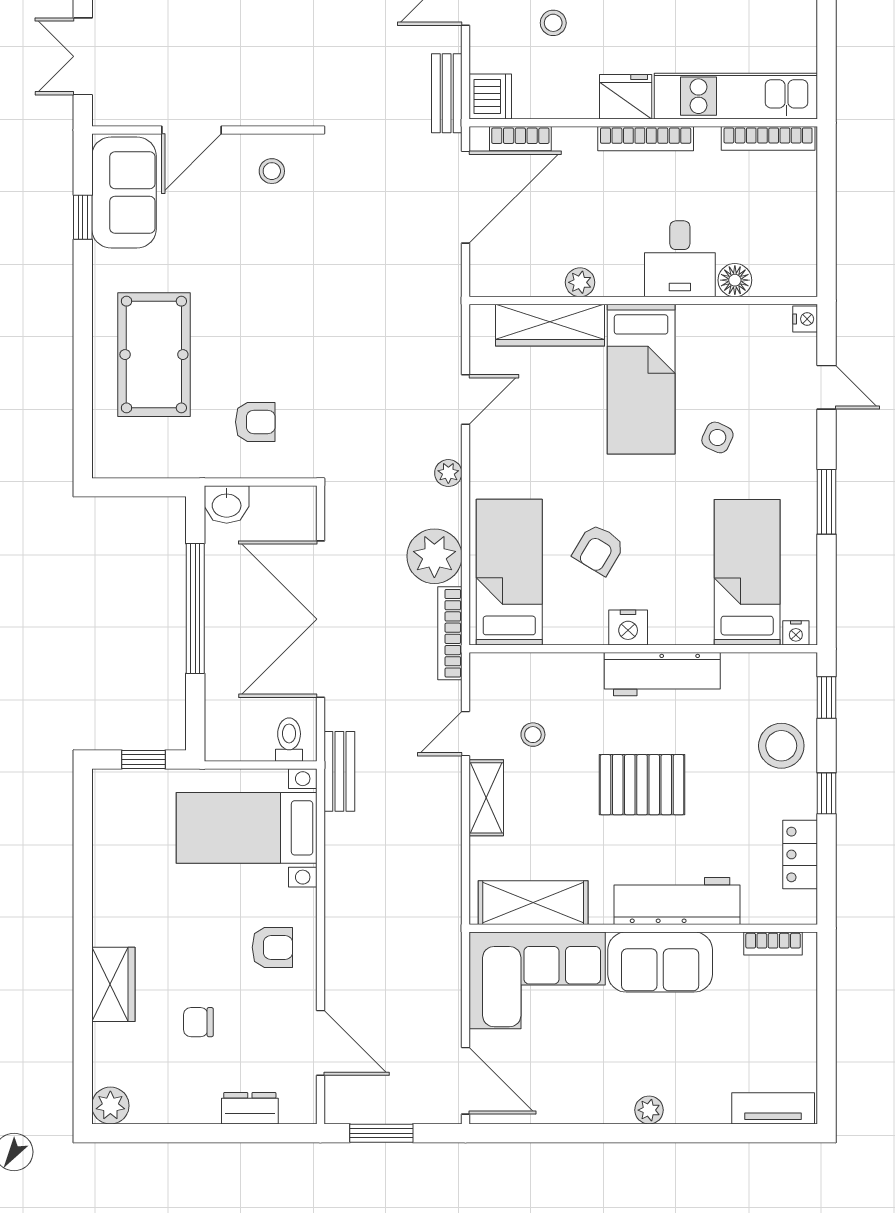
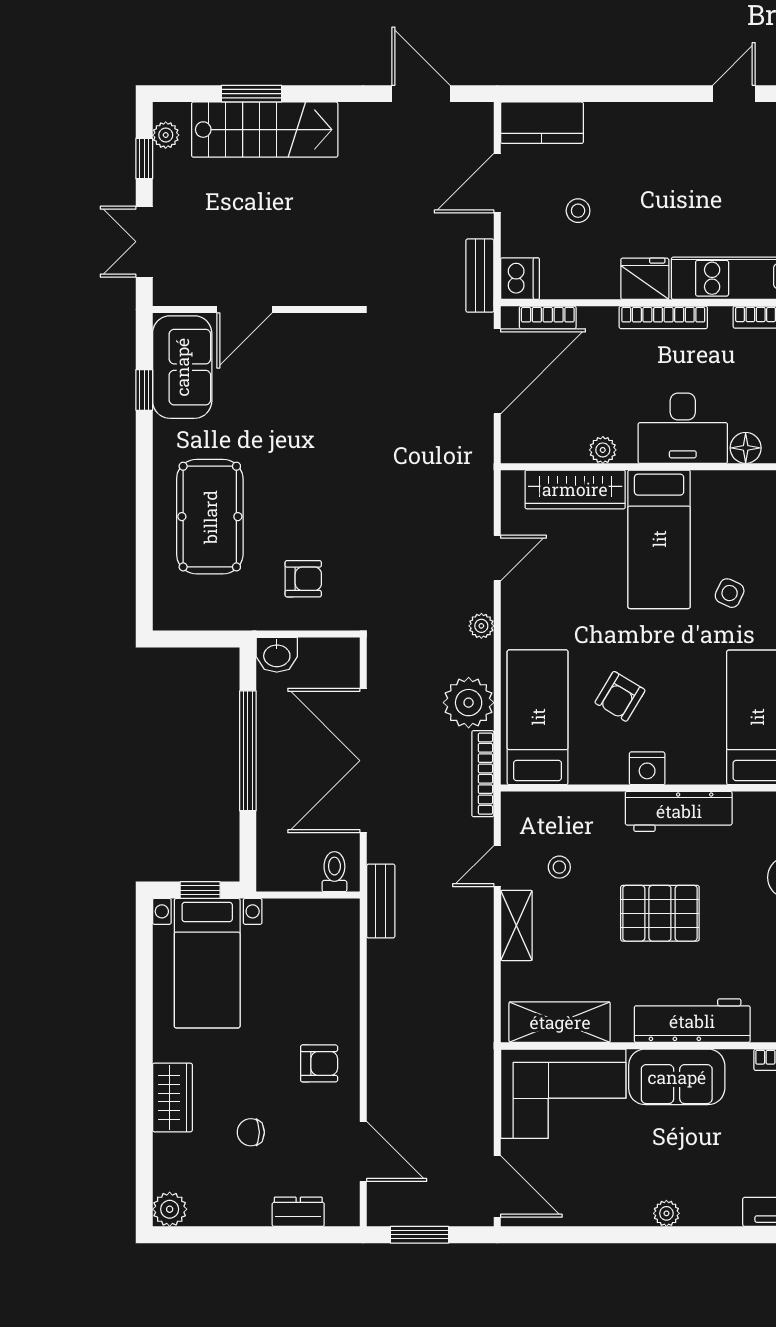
stool: (272, 171) -> (319, 347), removed
desk: (680, 259) -> (683, 428), width x1.37
bed with nightstands: (247, 828) -> (207, 963), moved, turned -90

